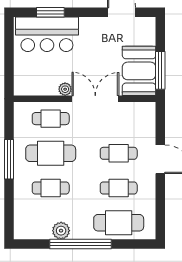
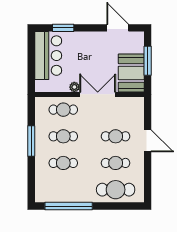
bar counter: (47, 34) -> (48, 56), moved, turned -90
window: (160, 70) -> (148, 61), moved
cafe table: (51, 153) -> (63, 136), width x0.73, depth x0.74
plant: (61, 231) -> (71, 196), removed
window: (81, 244) -> (69, 206), moved

